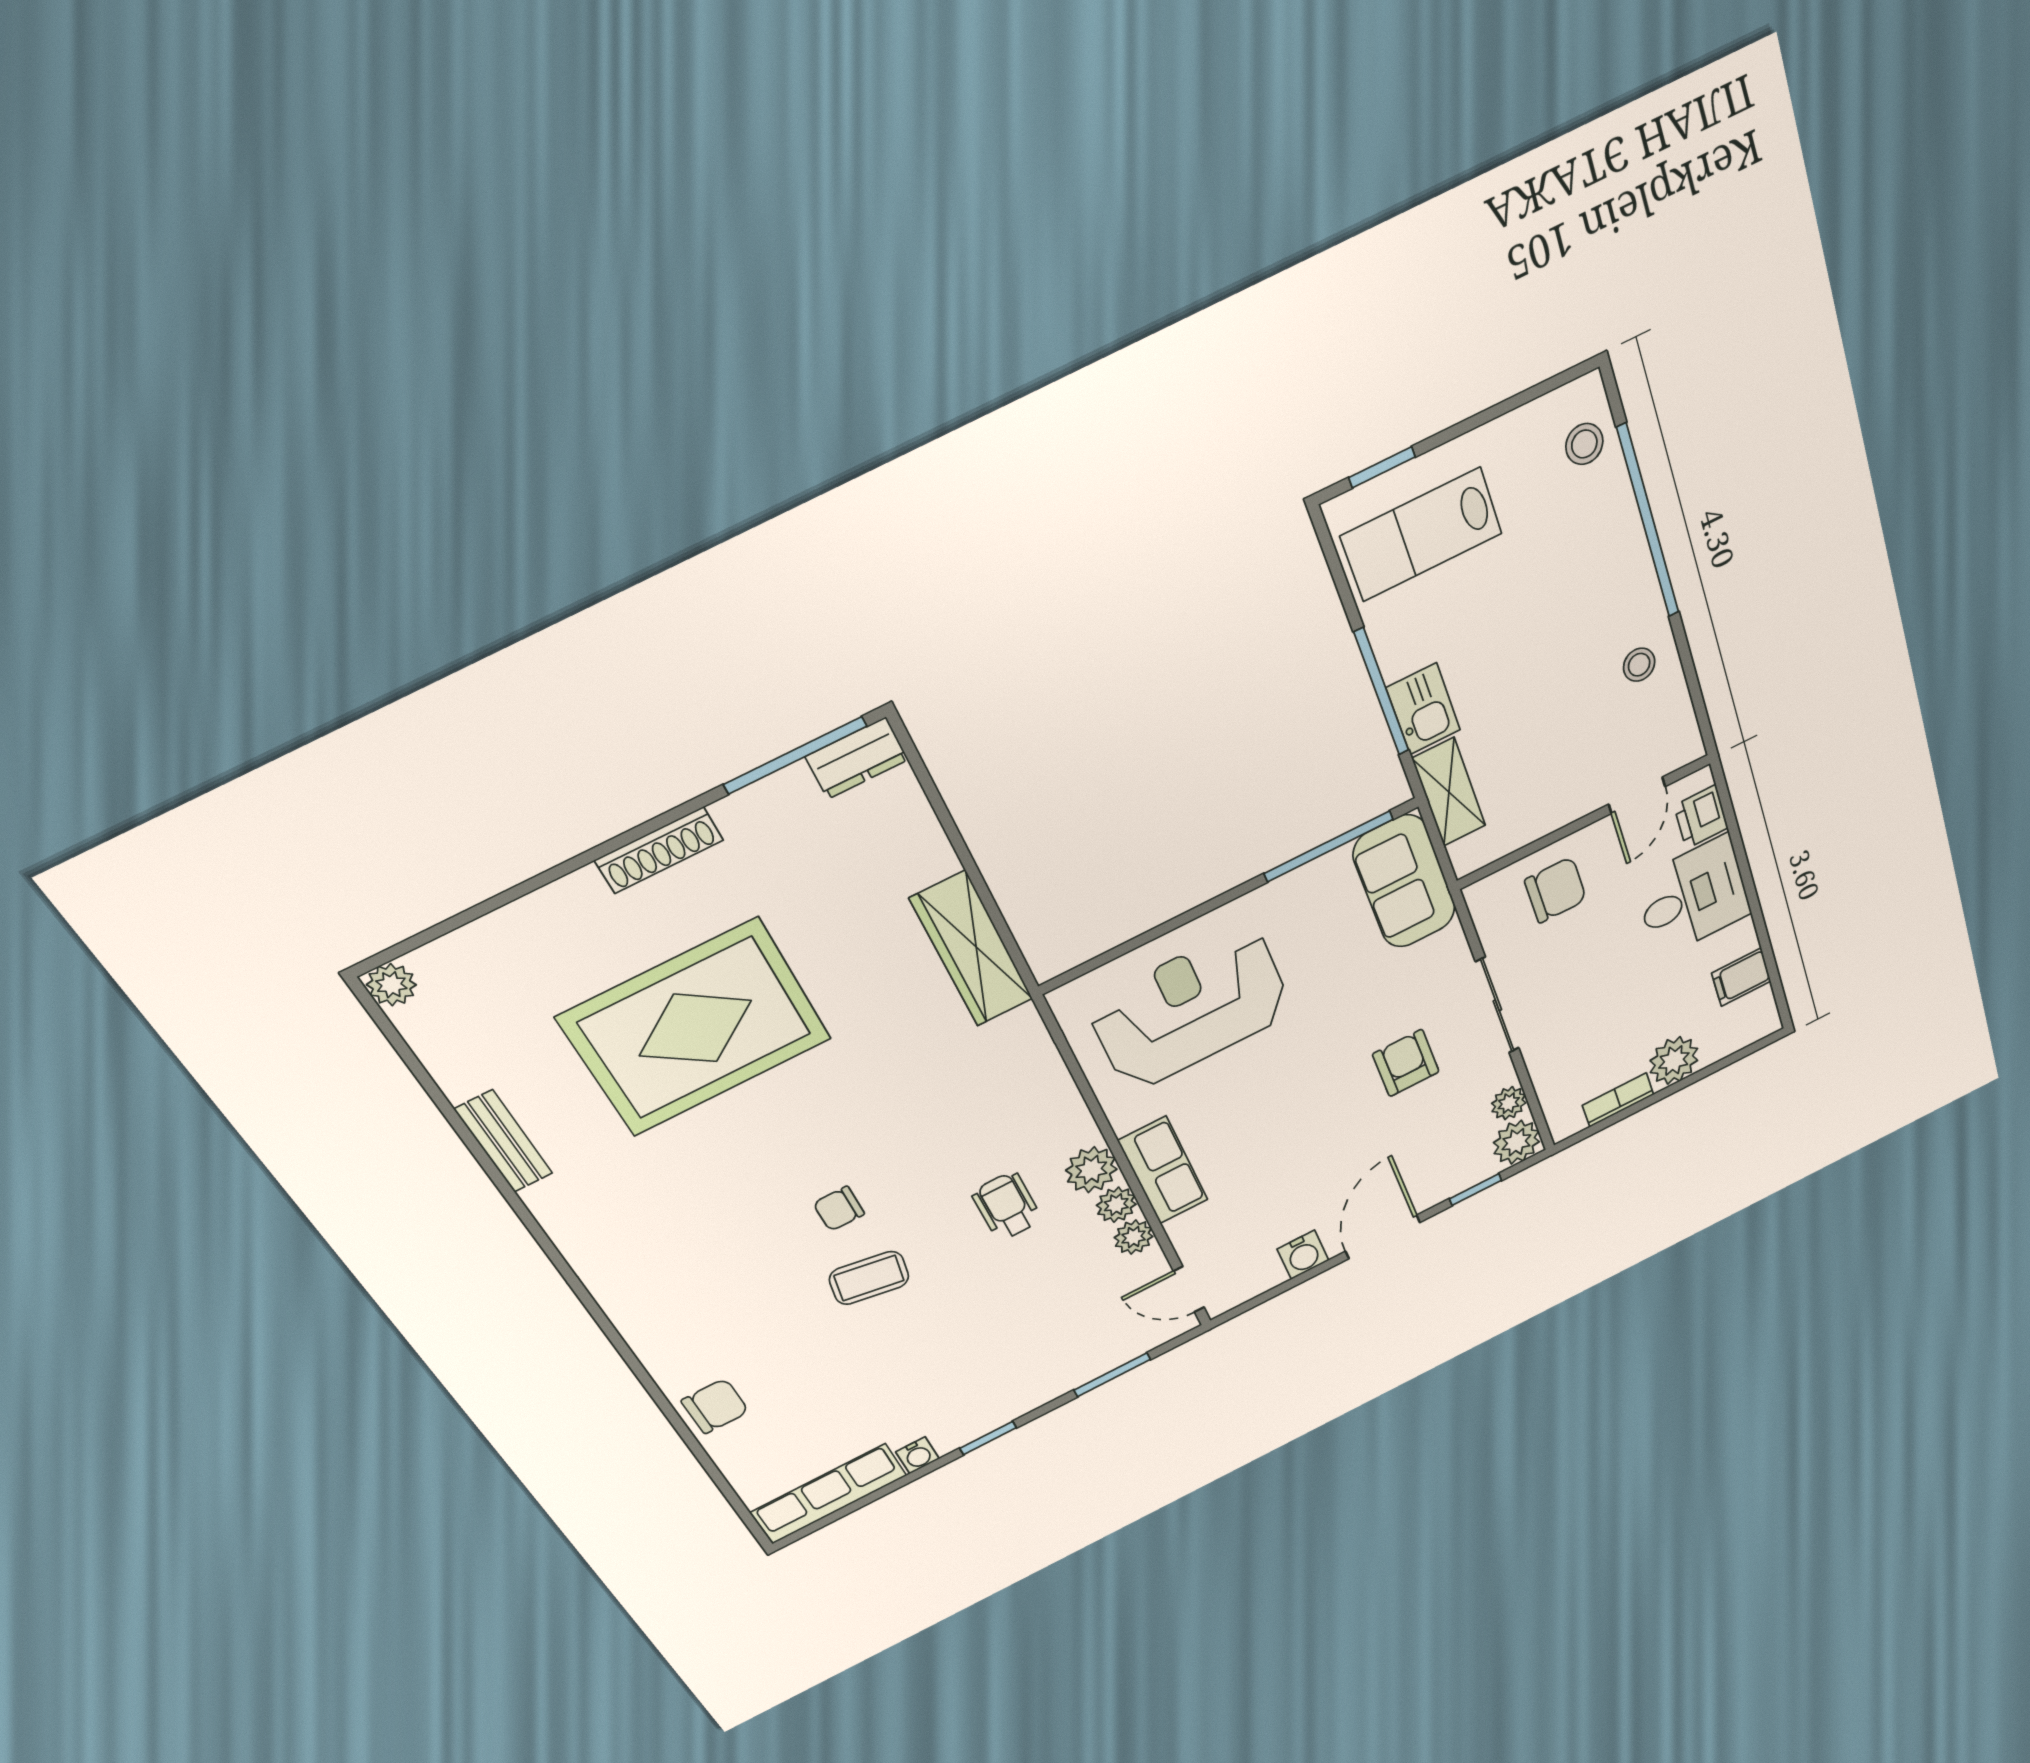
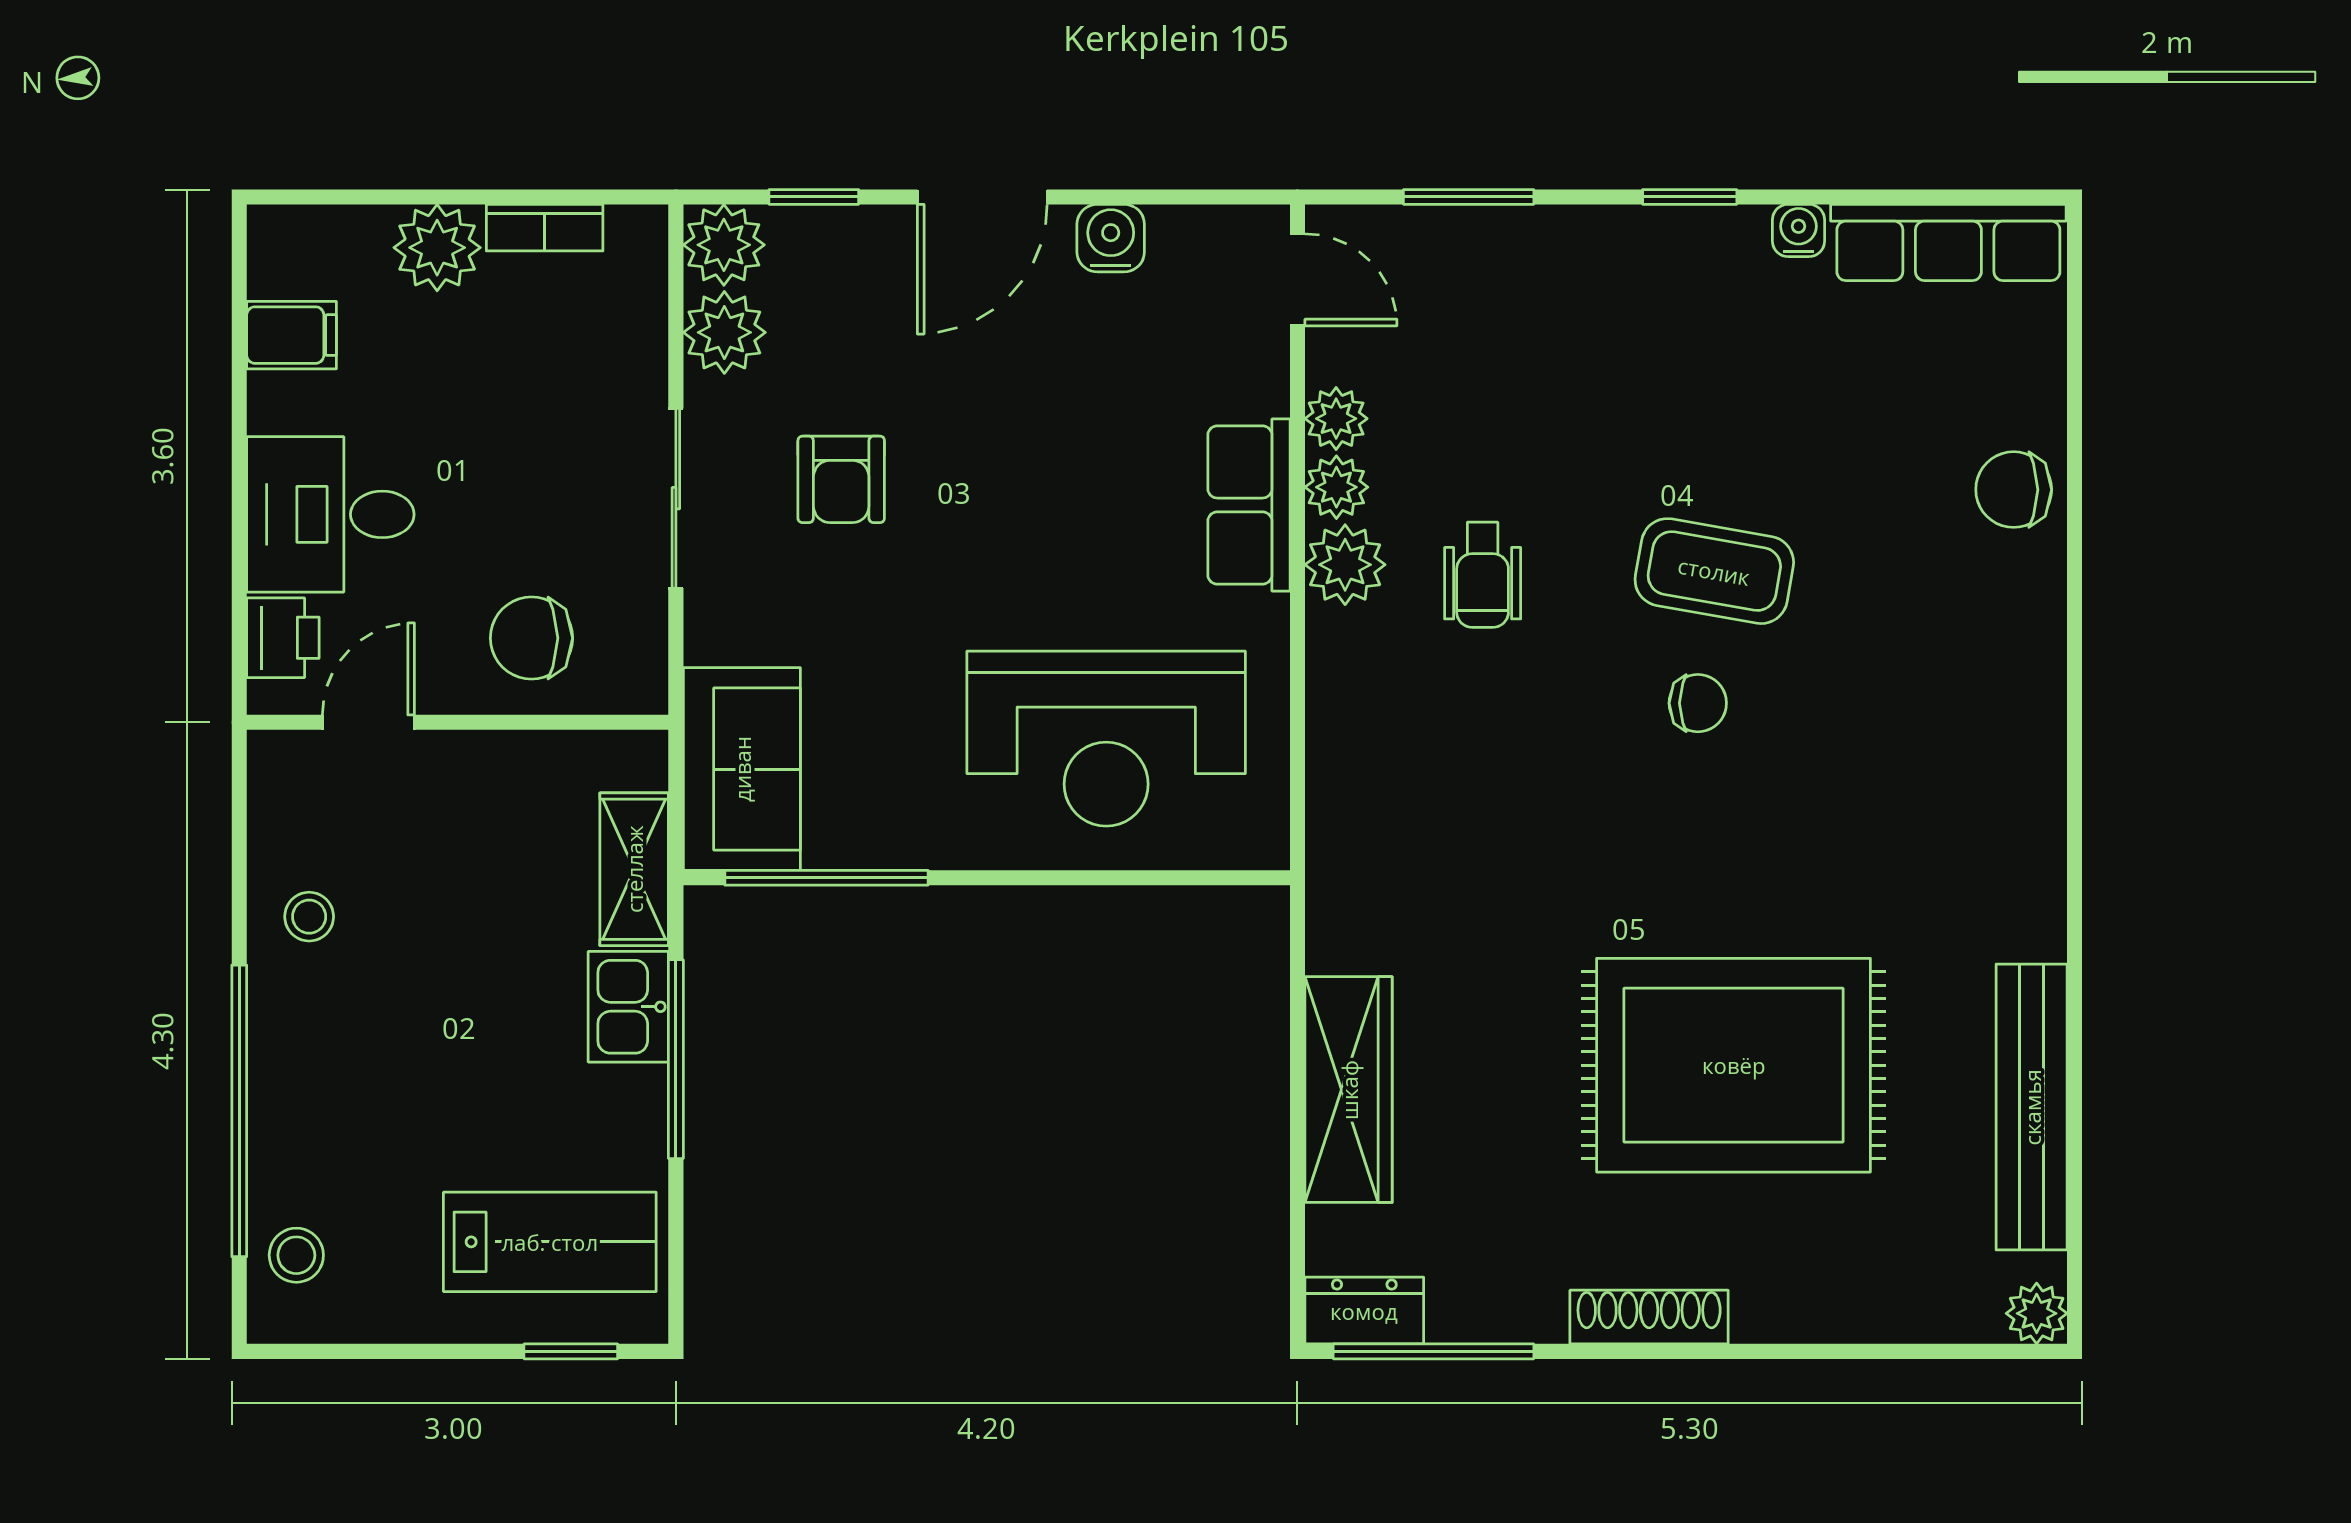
wardrobe: (972, 949) -> (1349, 1090), moved
plant: (1509, 1103) -> (724, 332), width x1.38, depth x1.38
bench: (504, 1141) -> (2032, 1107), width x1.86, depth x1.21
coffee table: (869, 1278) -> (1714, 571), width x1.36, depth x1.30

